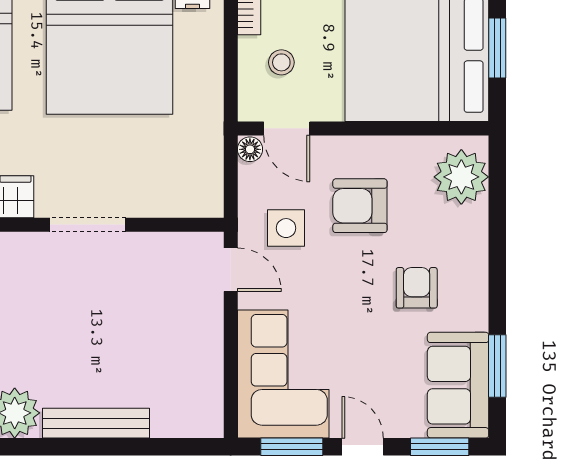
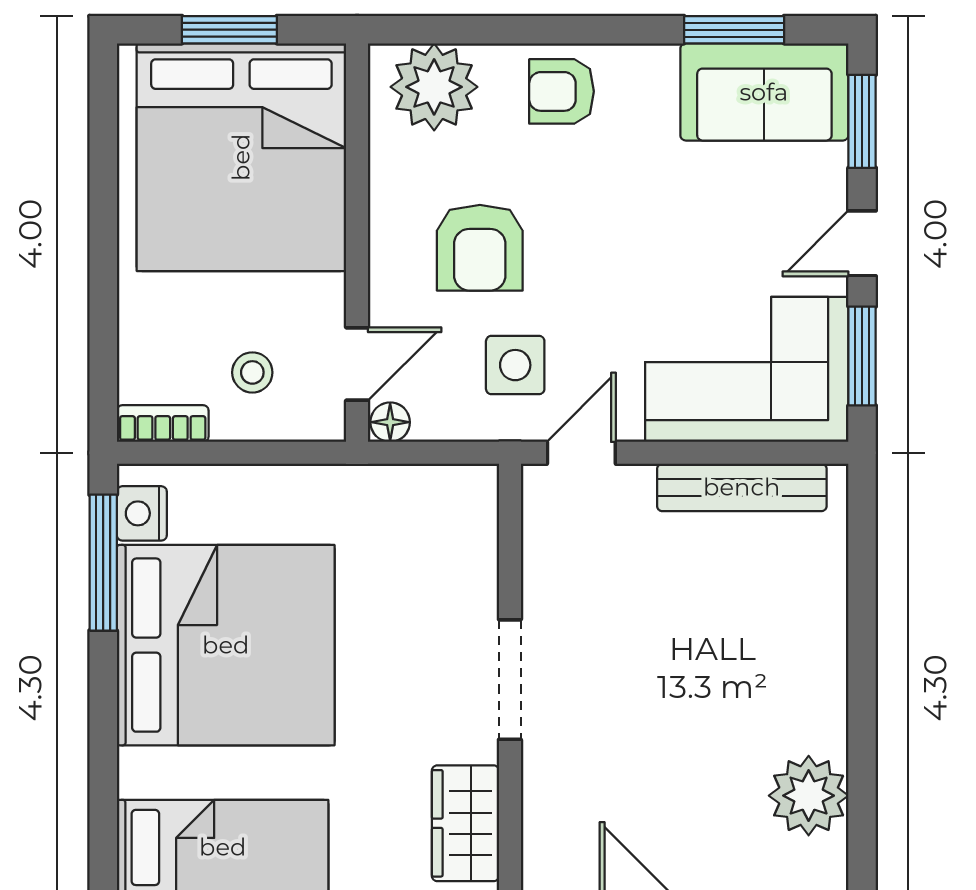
armchair: (417, 288) -> (562, 91), moved
bench: (96, 423) -> (742, 487), moved, turned 90

